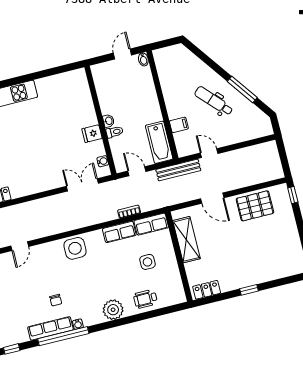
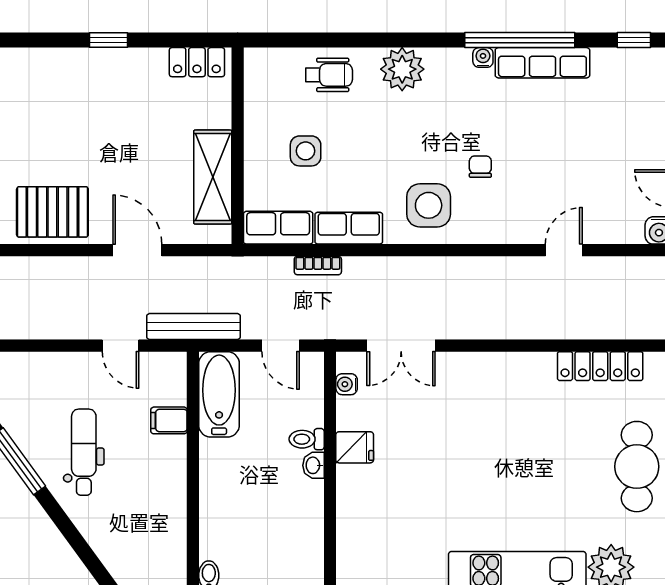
dental chair: (214, 101) -> (84, 452), turned -137
side table: (75, 248) -> (429, 205), moved
chair: (56, 300) -> (480, 167), moved

